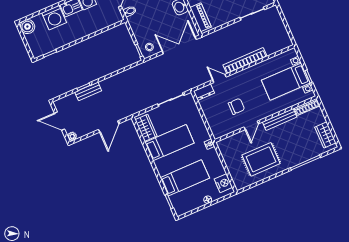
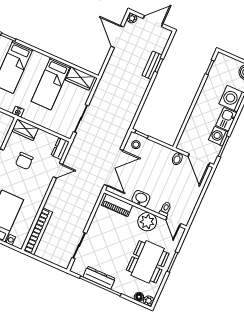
bookcase: (245, 61) -> (38, 231), moved
door: (109, 127) -> (117, 37), moved
wardrobe: (216, 127) -> (25, 130), added

